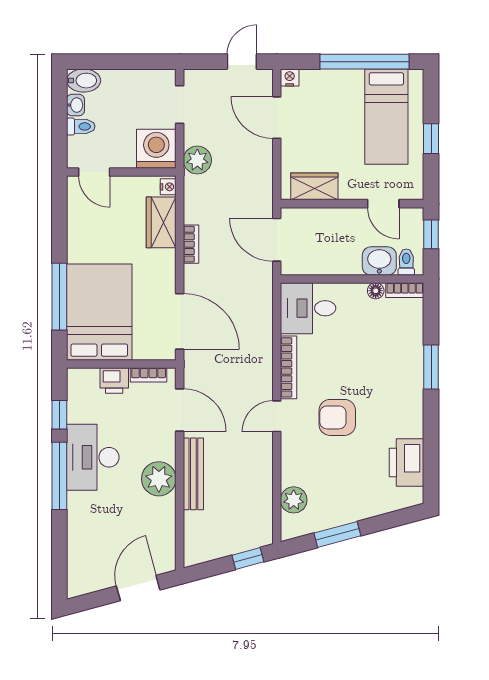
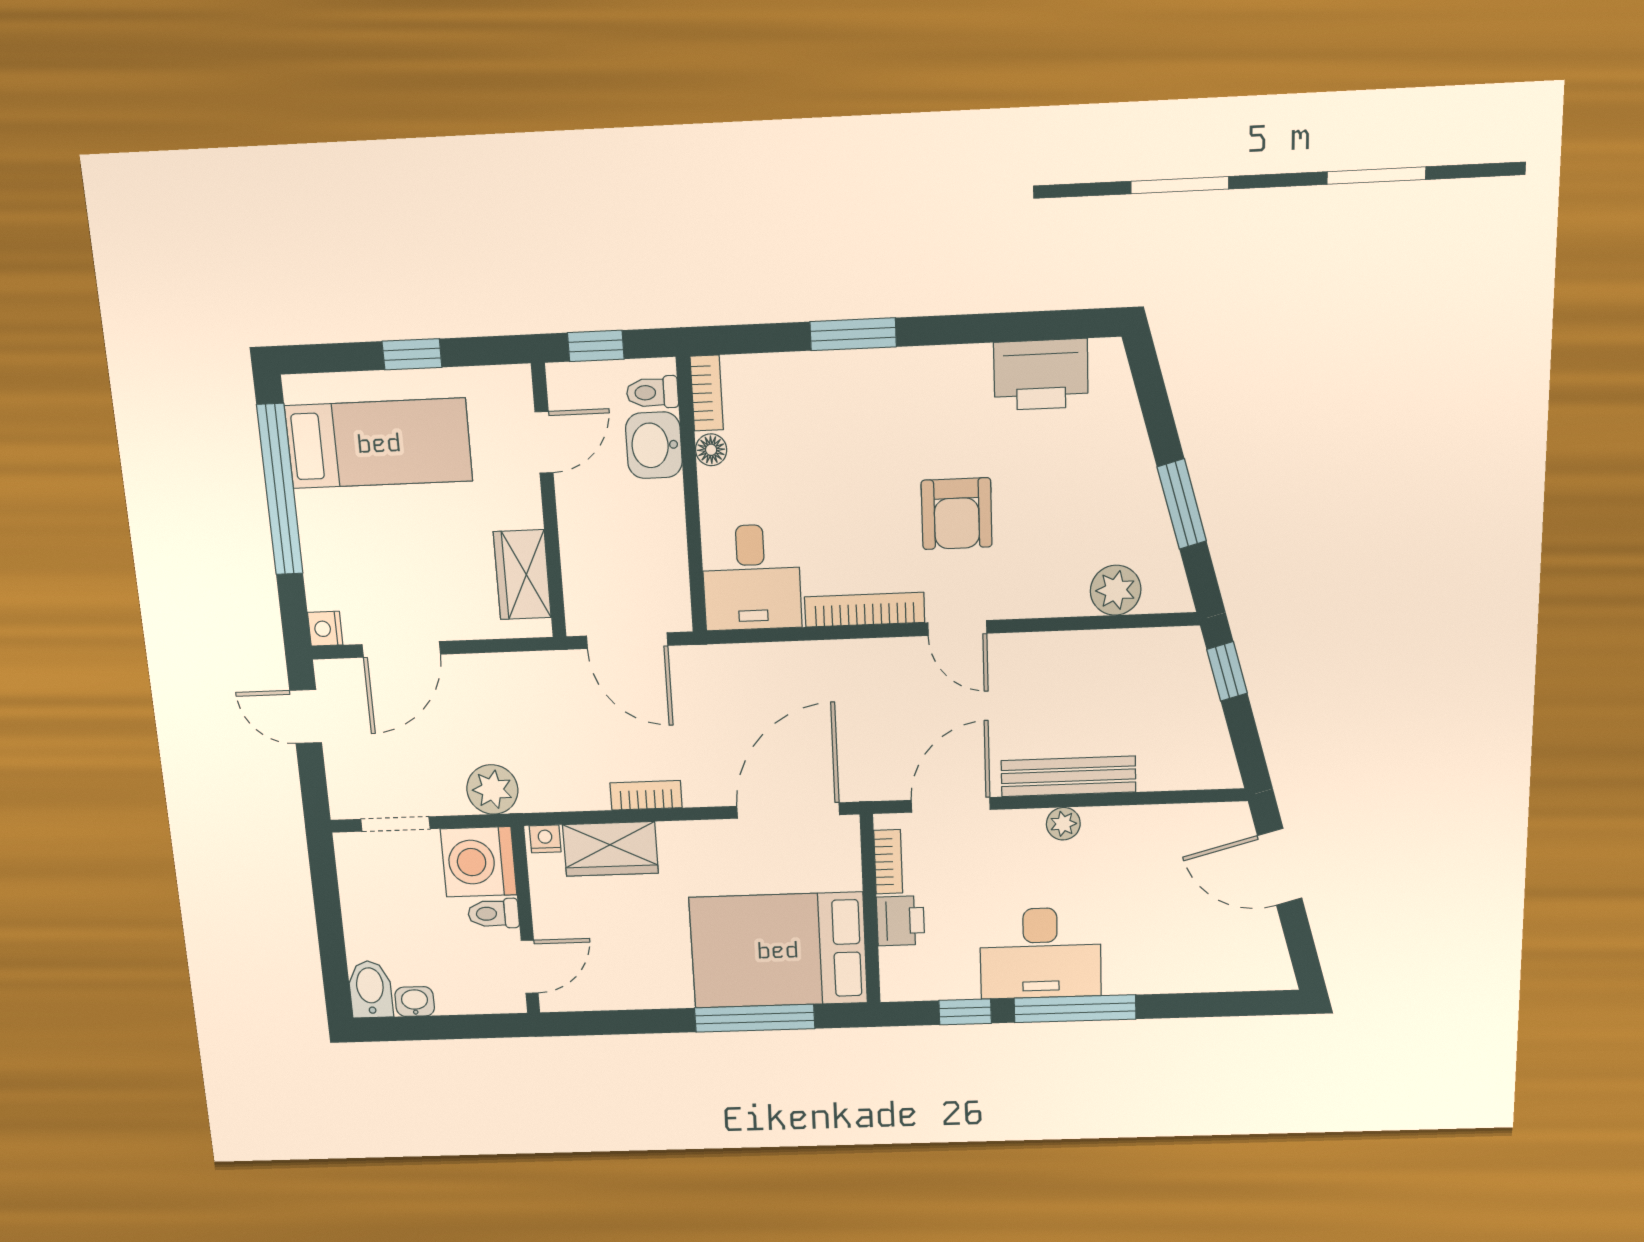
toilet: (81, 126) -> (493, 914), moved, turned -90
door: (277, 240) -> (627, 641), hinge flipped
plant: (159, 479) -> (1063, 824), width x0.53, depth x0.53

